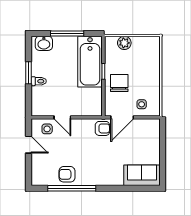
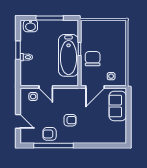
plant: (124, 43) -> (97, 26), removed
bathtub: (90, 62) -> (69, 55), moved
armchair: (102, 128) -> (70, 120), moved
door: (29, 145) -> (18, 121), moved
sofa: (142, 175) -> (118, 106), moved, turned -90

